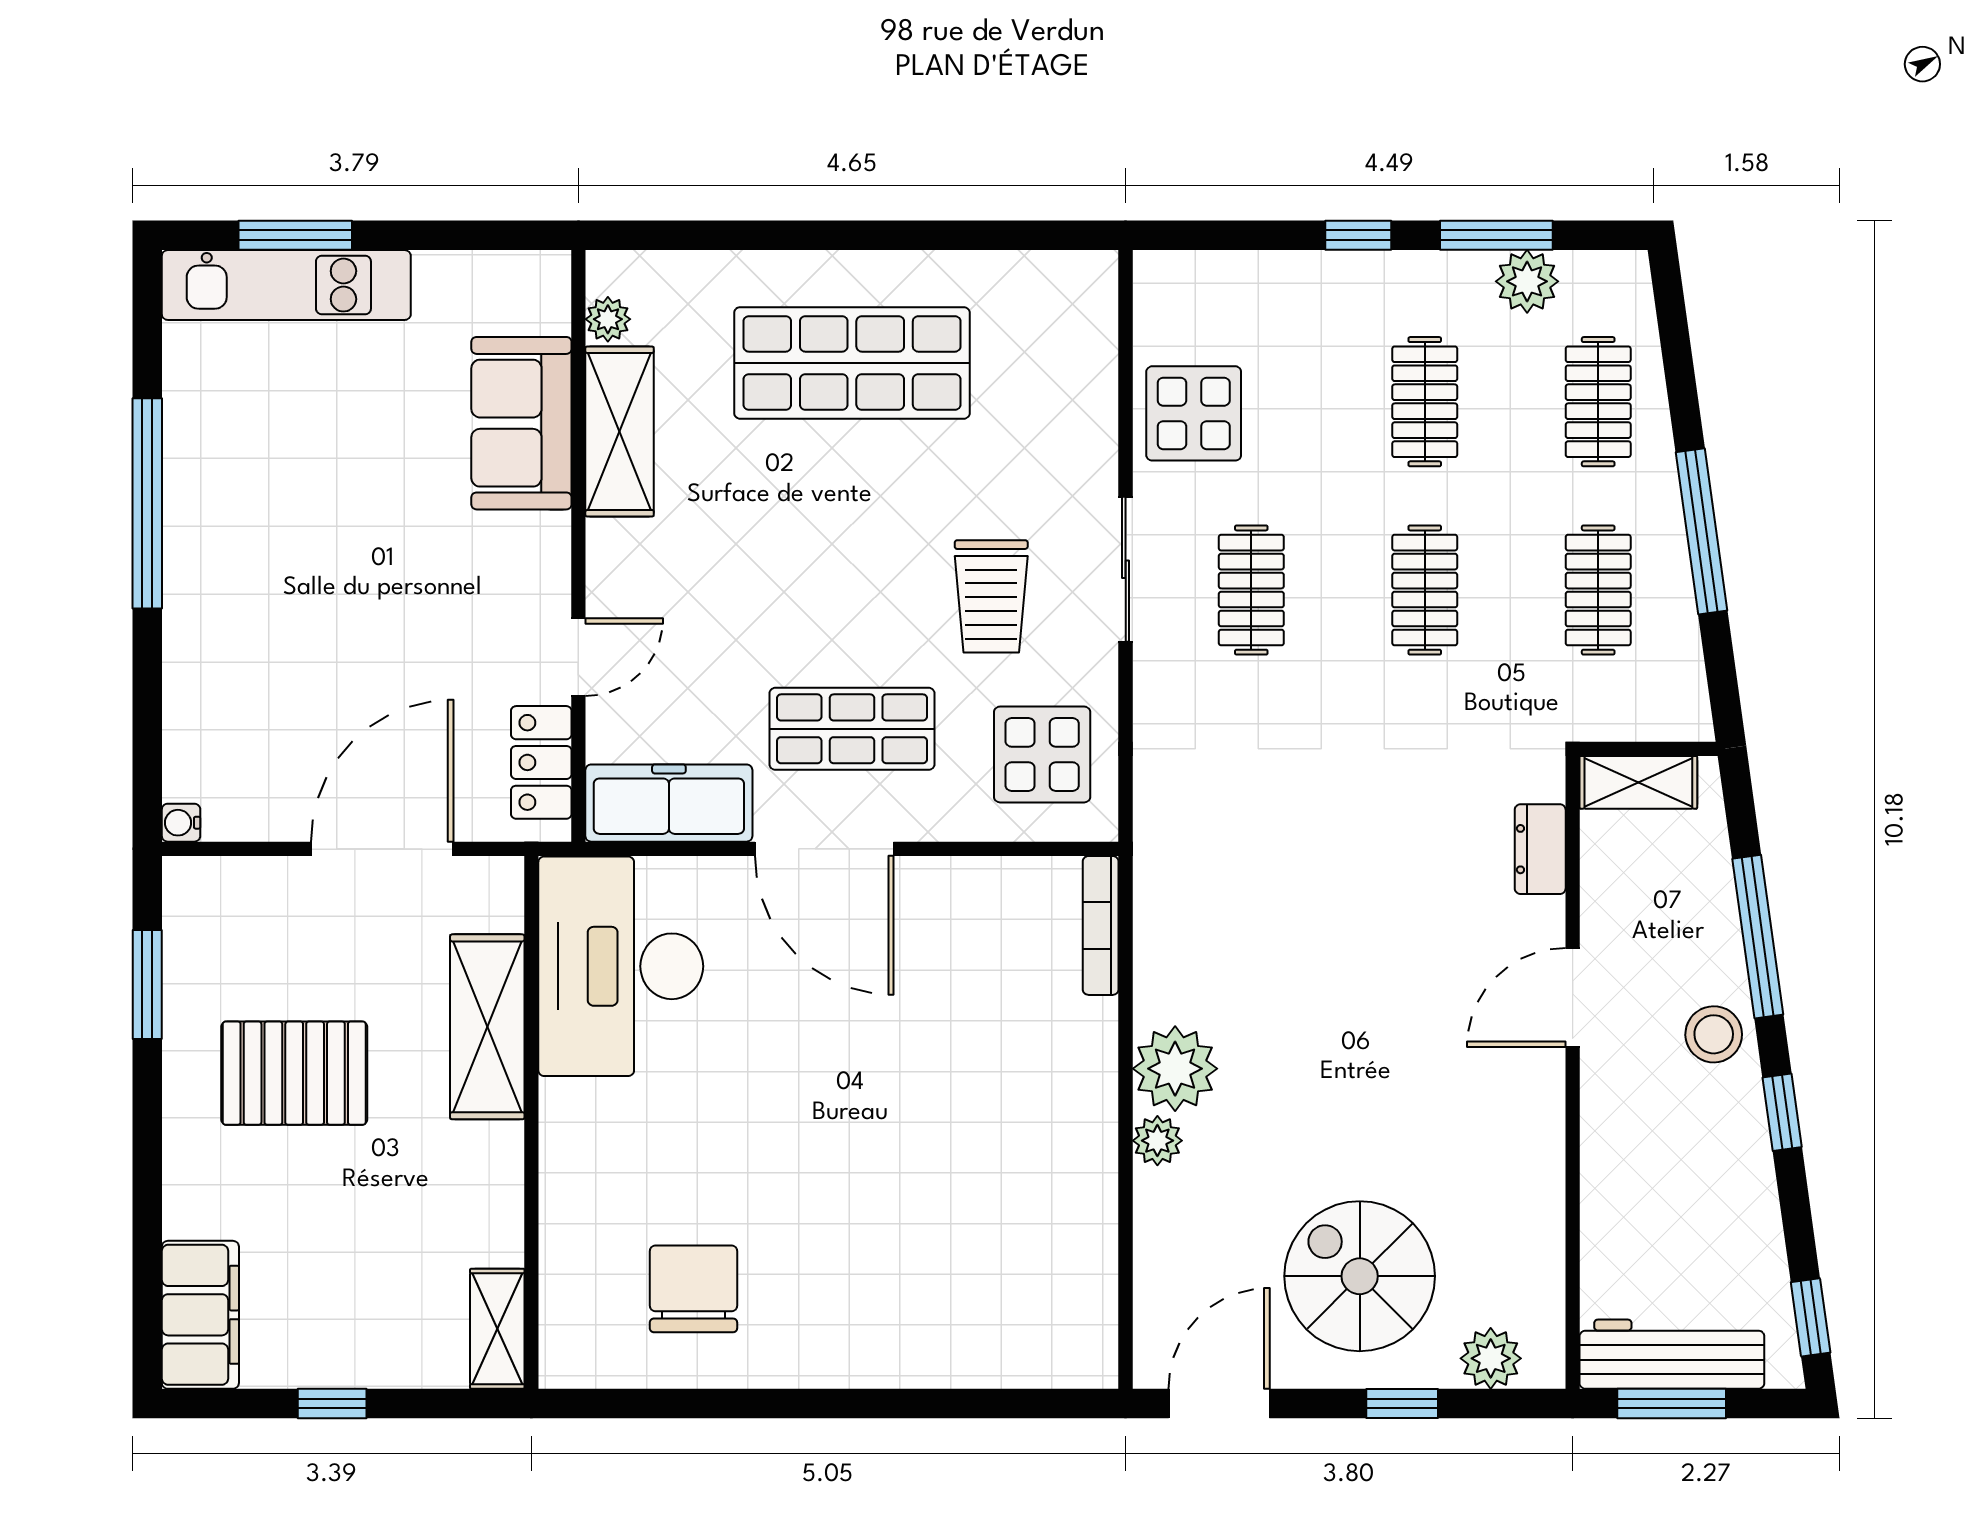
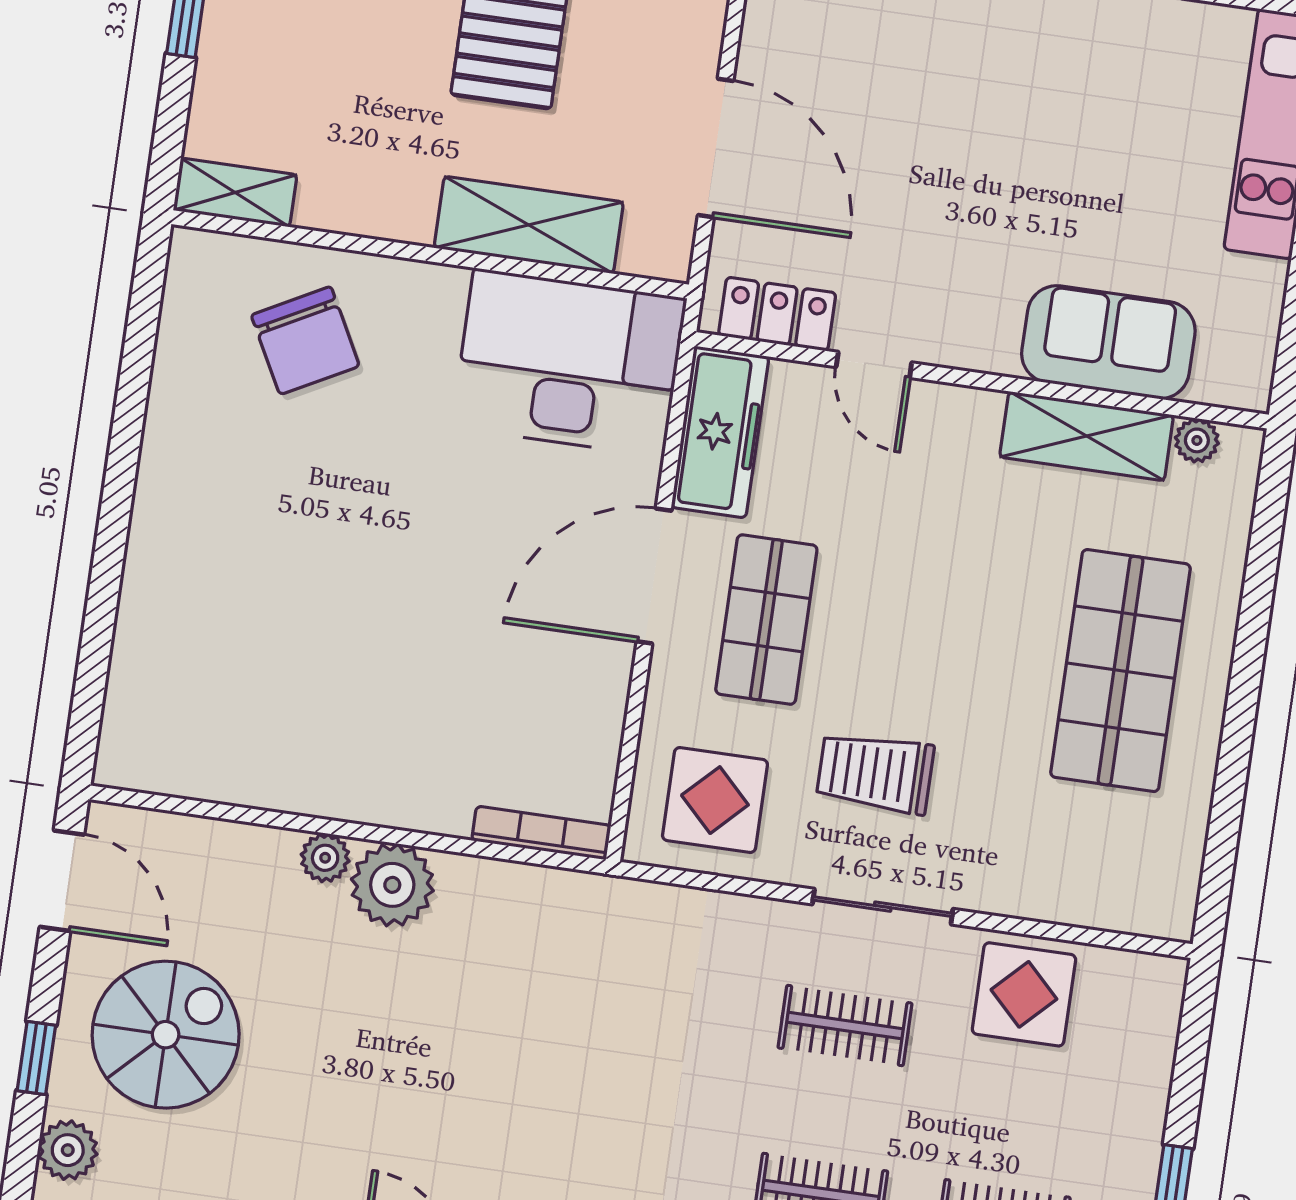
chair: (693, 1289) -> (305, 341), moved, turned 62

